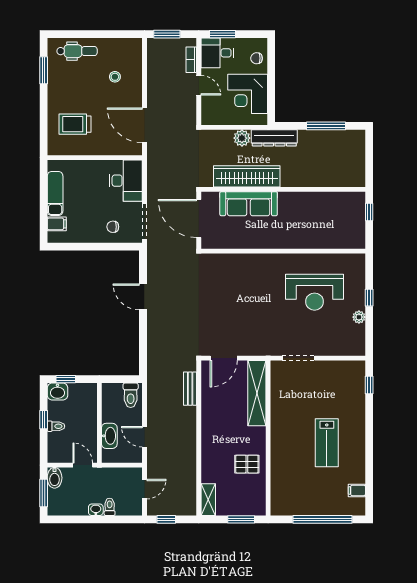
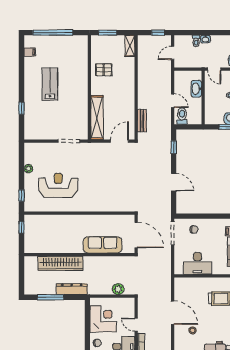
door: (144, 125) -> (173, 313), moved
plant: (242, 138) -> (118, 289), moved
dresser: (274, 138) -> (72, 289), moved
wardrobe: (247, 176) -> (60, 263), moved
desk: (126, 181) -> (197, 263), moved, turned -90
window: (369, 212) -> (22, 227), moved
window: (369, 298) -> (22, 195), moved
window: (143, 349) -> (174, 147), added
window: (369, 385) -> (22, 108), moved
door: (144, 437) -> (173, 101), moved

